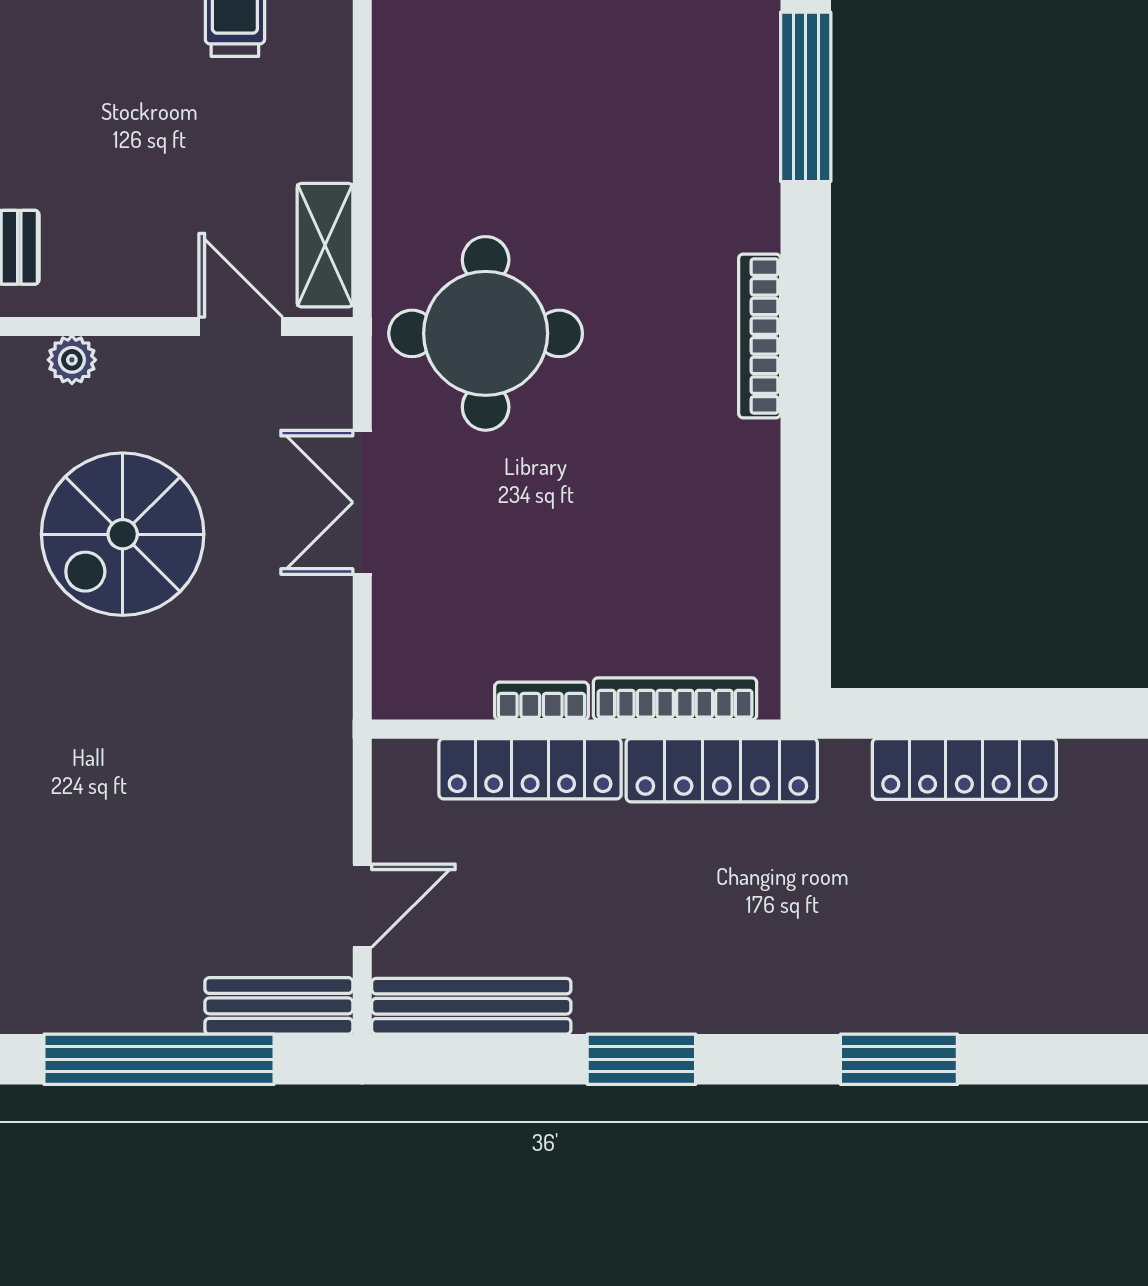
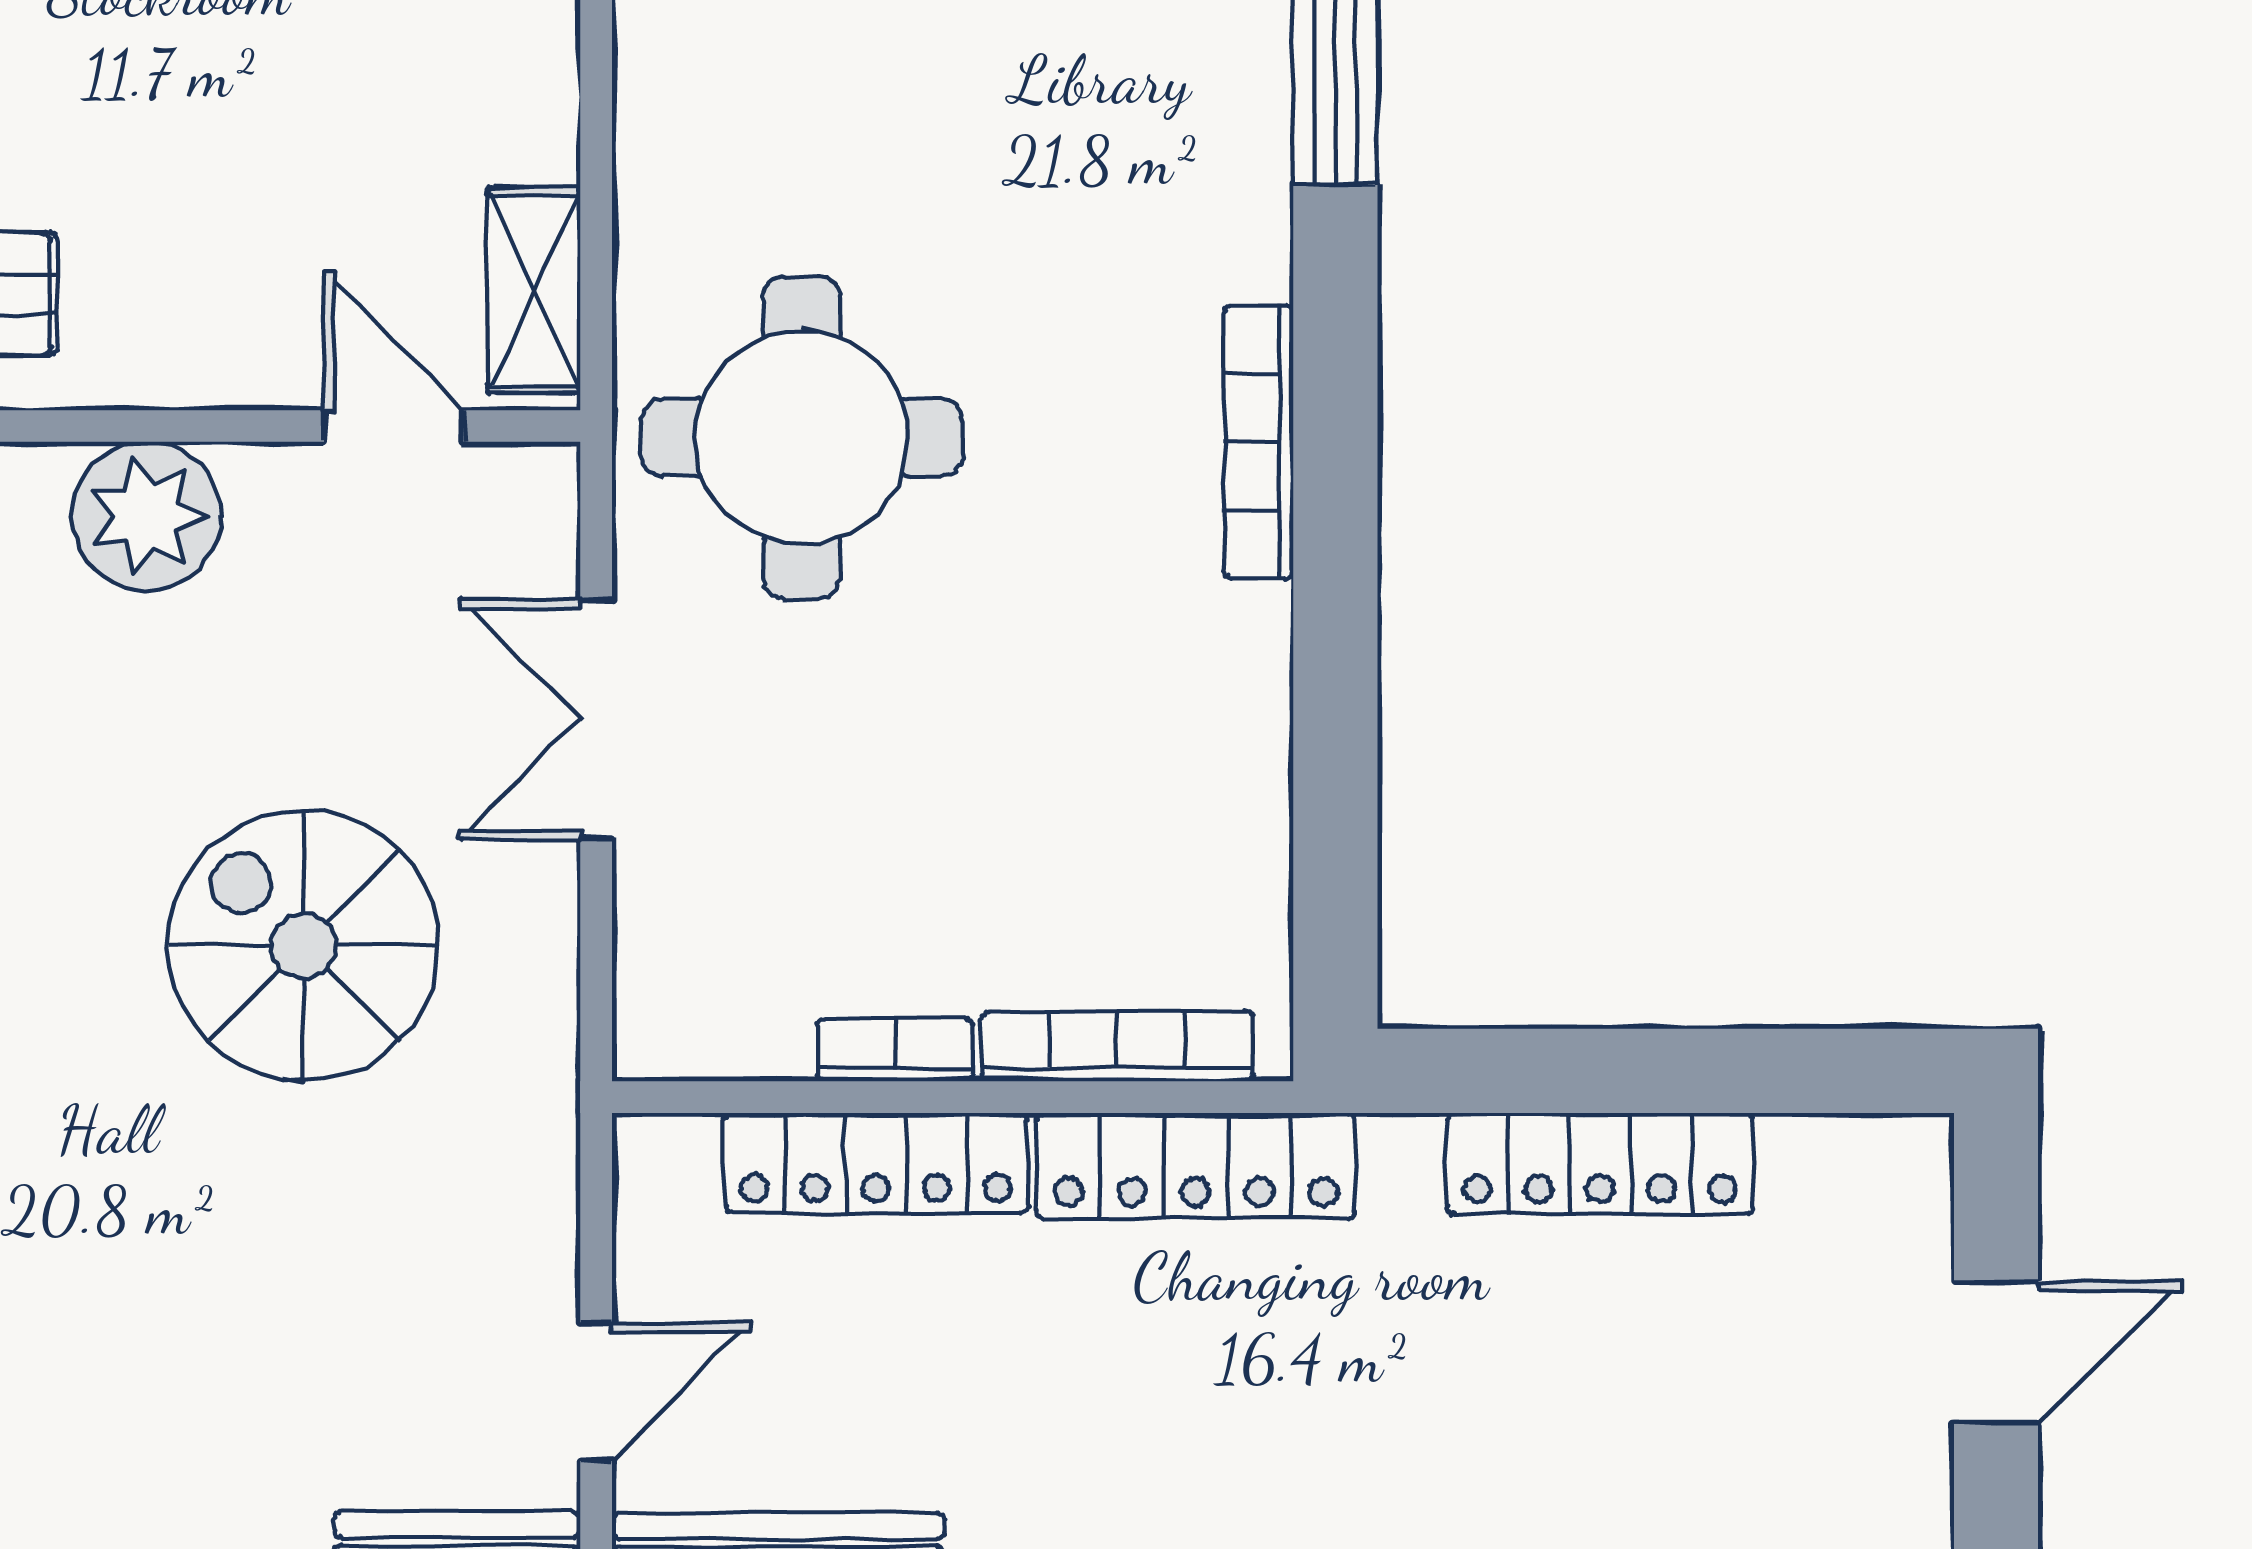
plant: (72, 360) -> (147, 516), width x1.88, depth x1.88
spiral stairs: (123, 534) -> (304, 945), moved, turned 90

